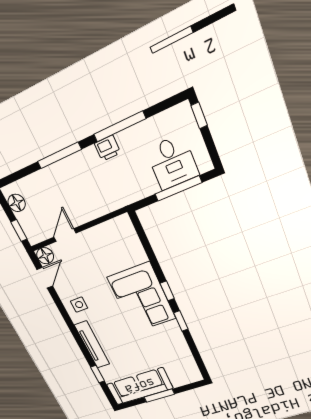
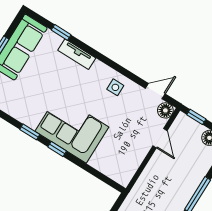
door: (45, 278) -> (155, 91), swing flipped
tv unit: (92, 345) -> (77, 54), width x0.71

